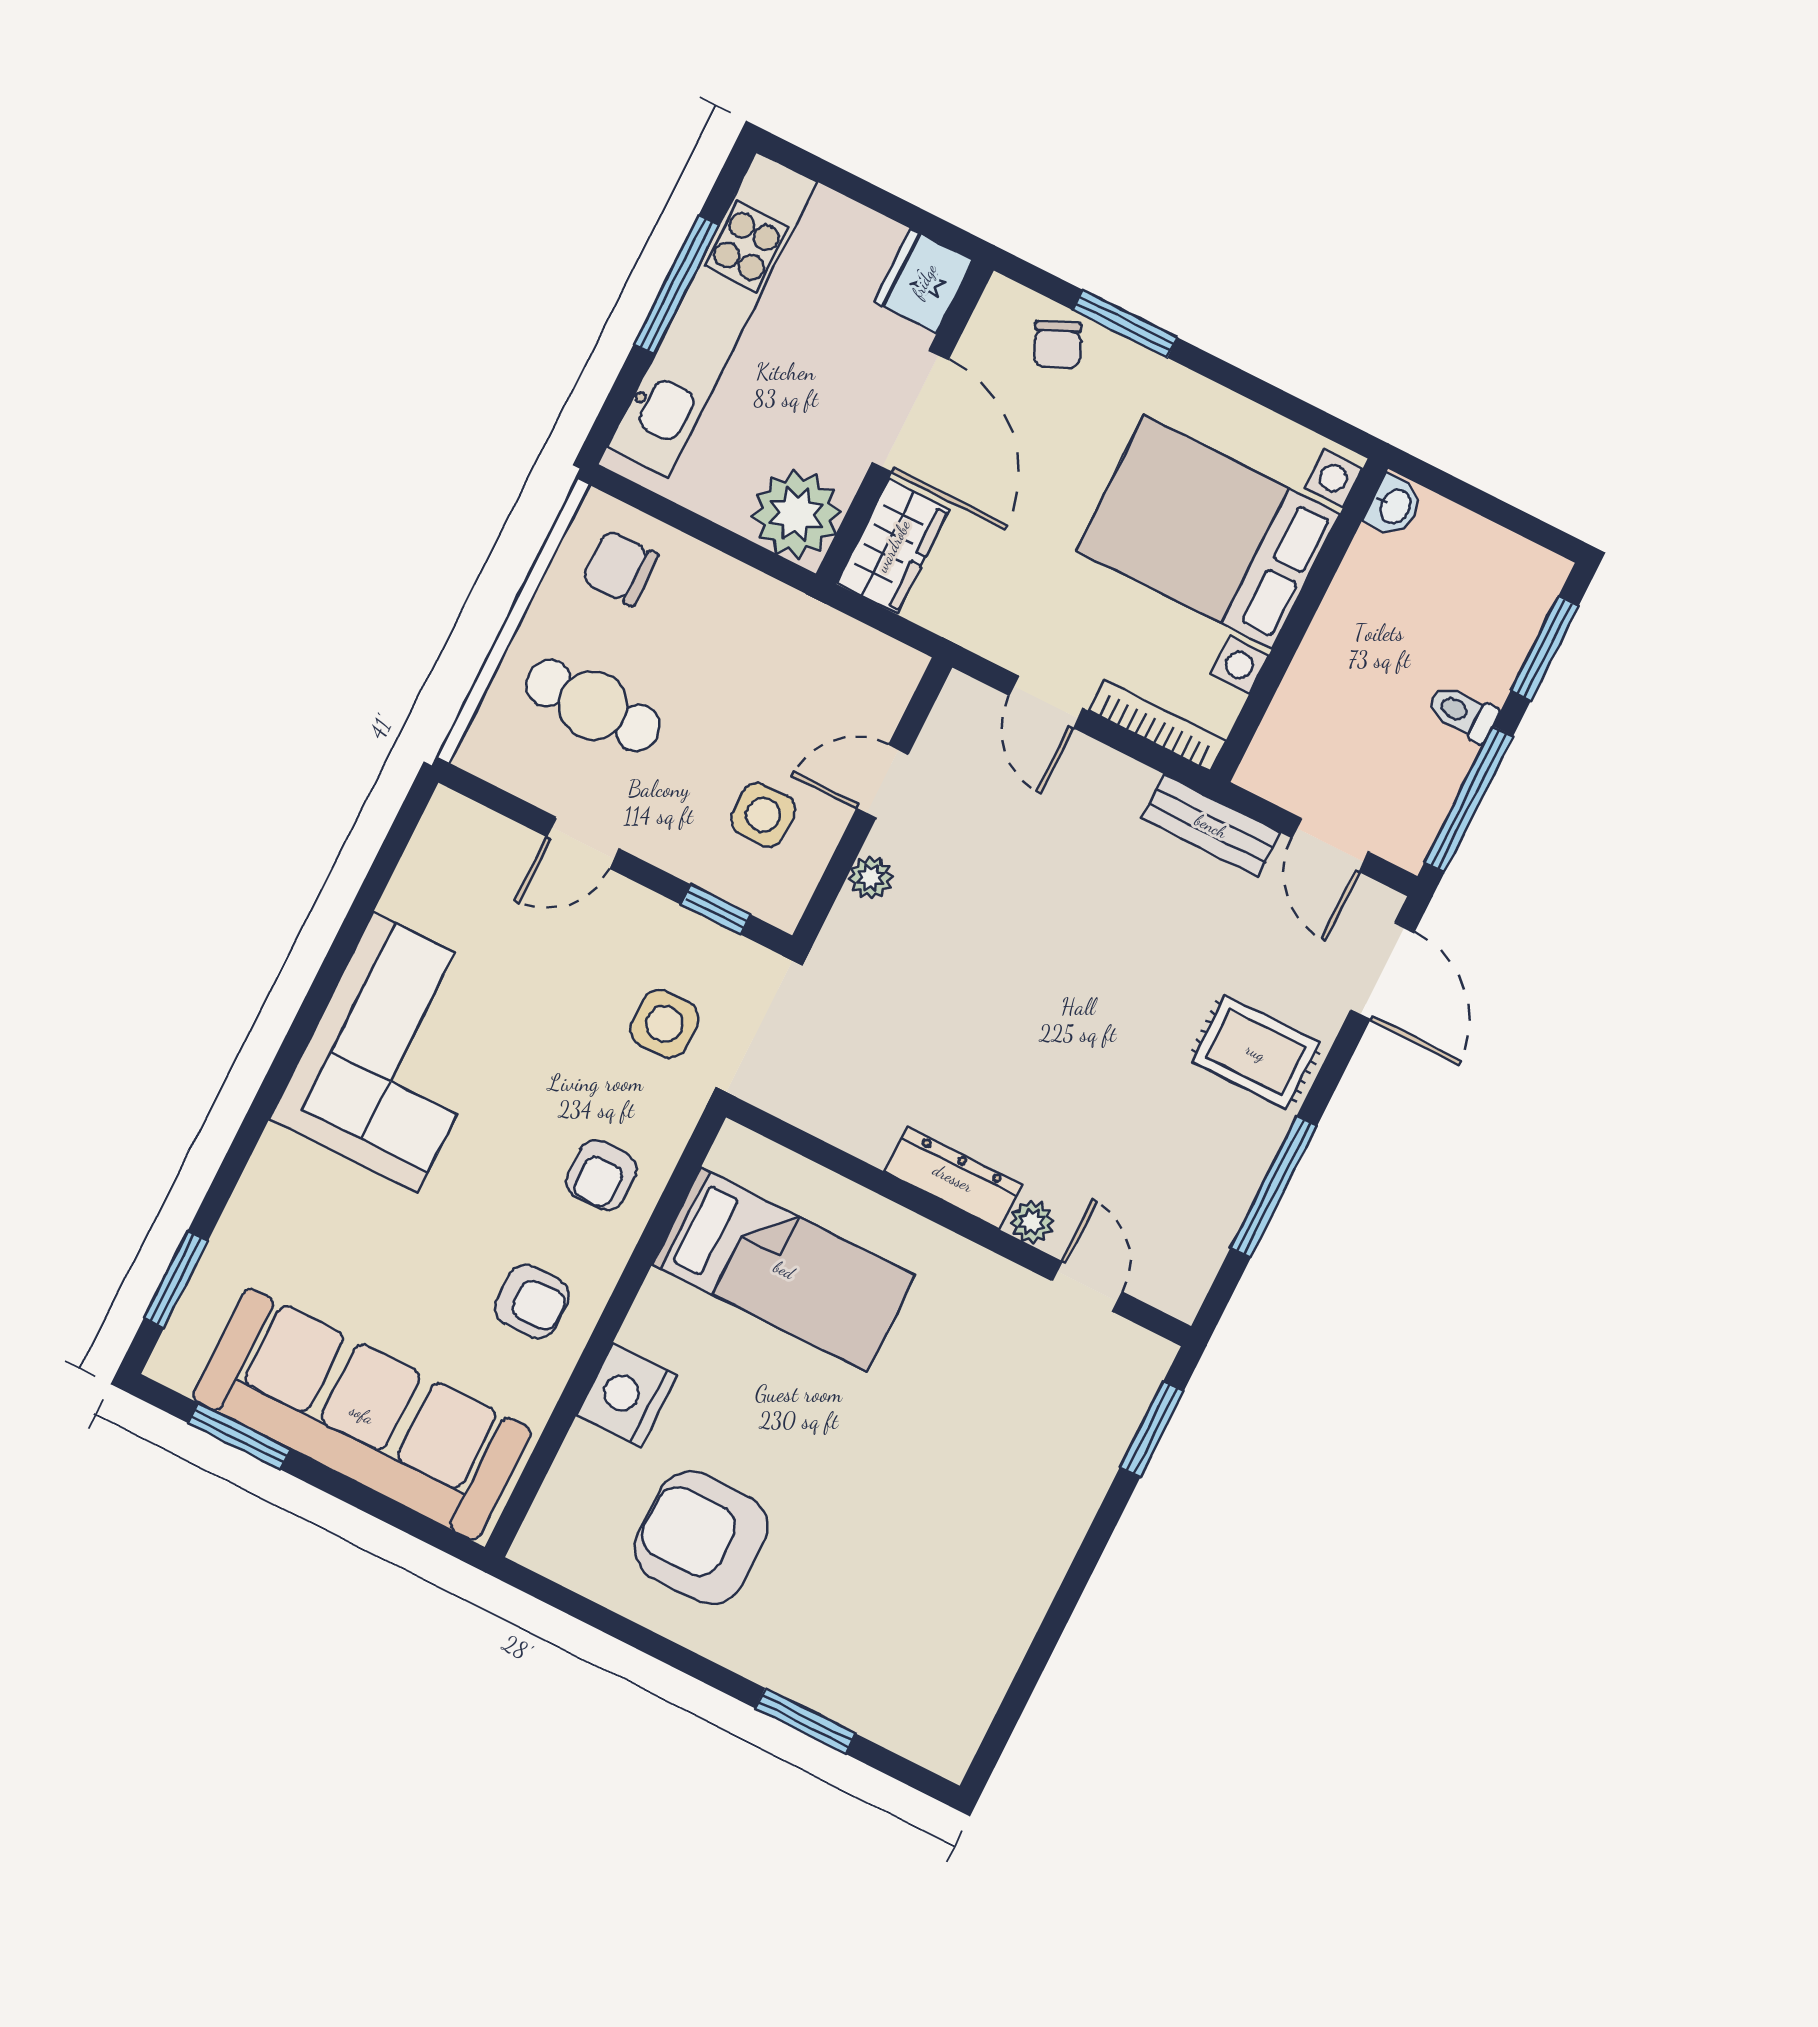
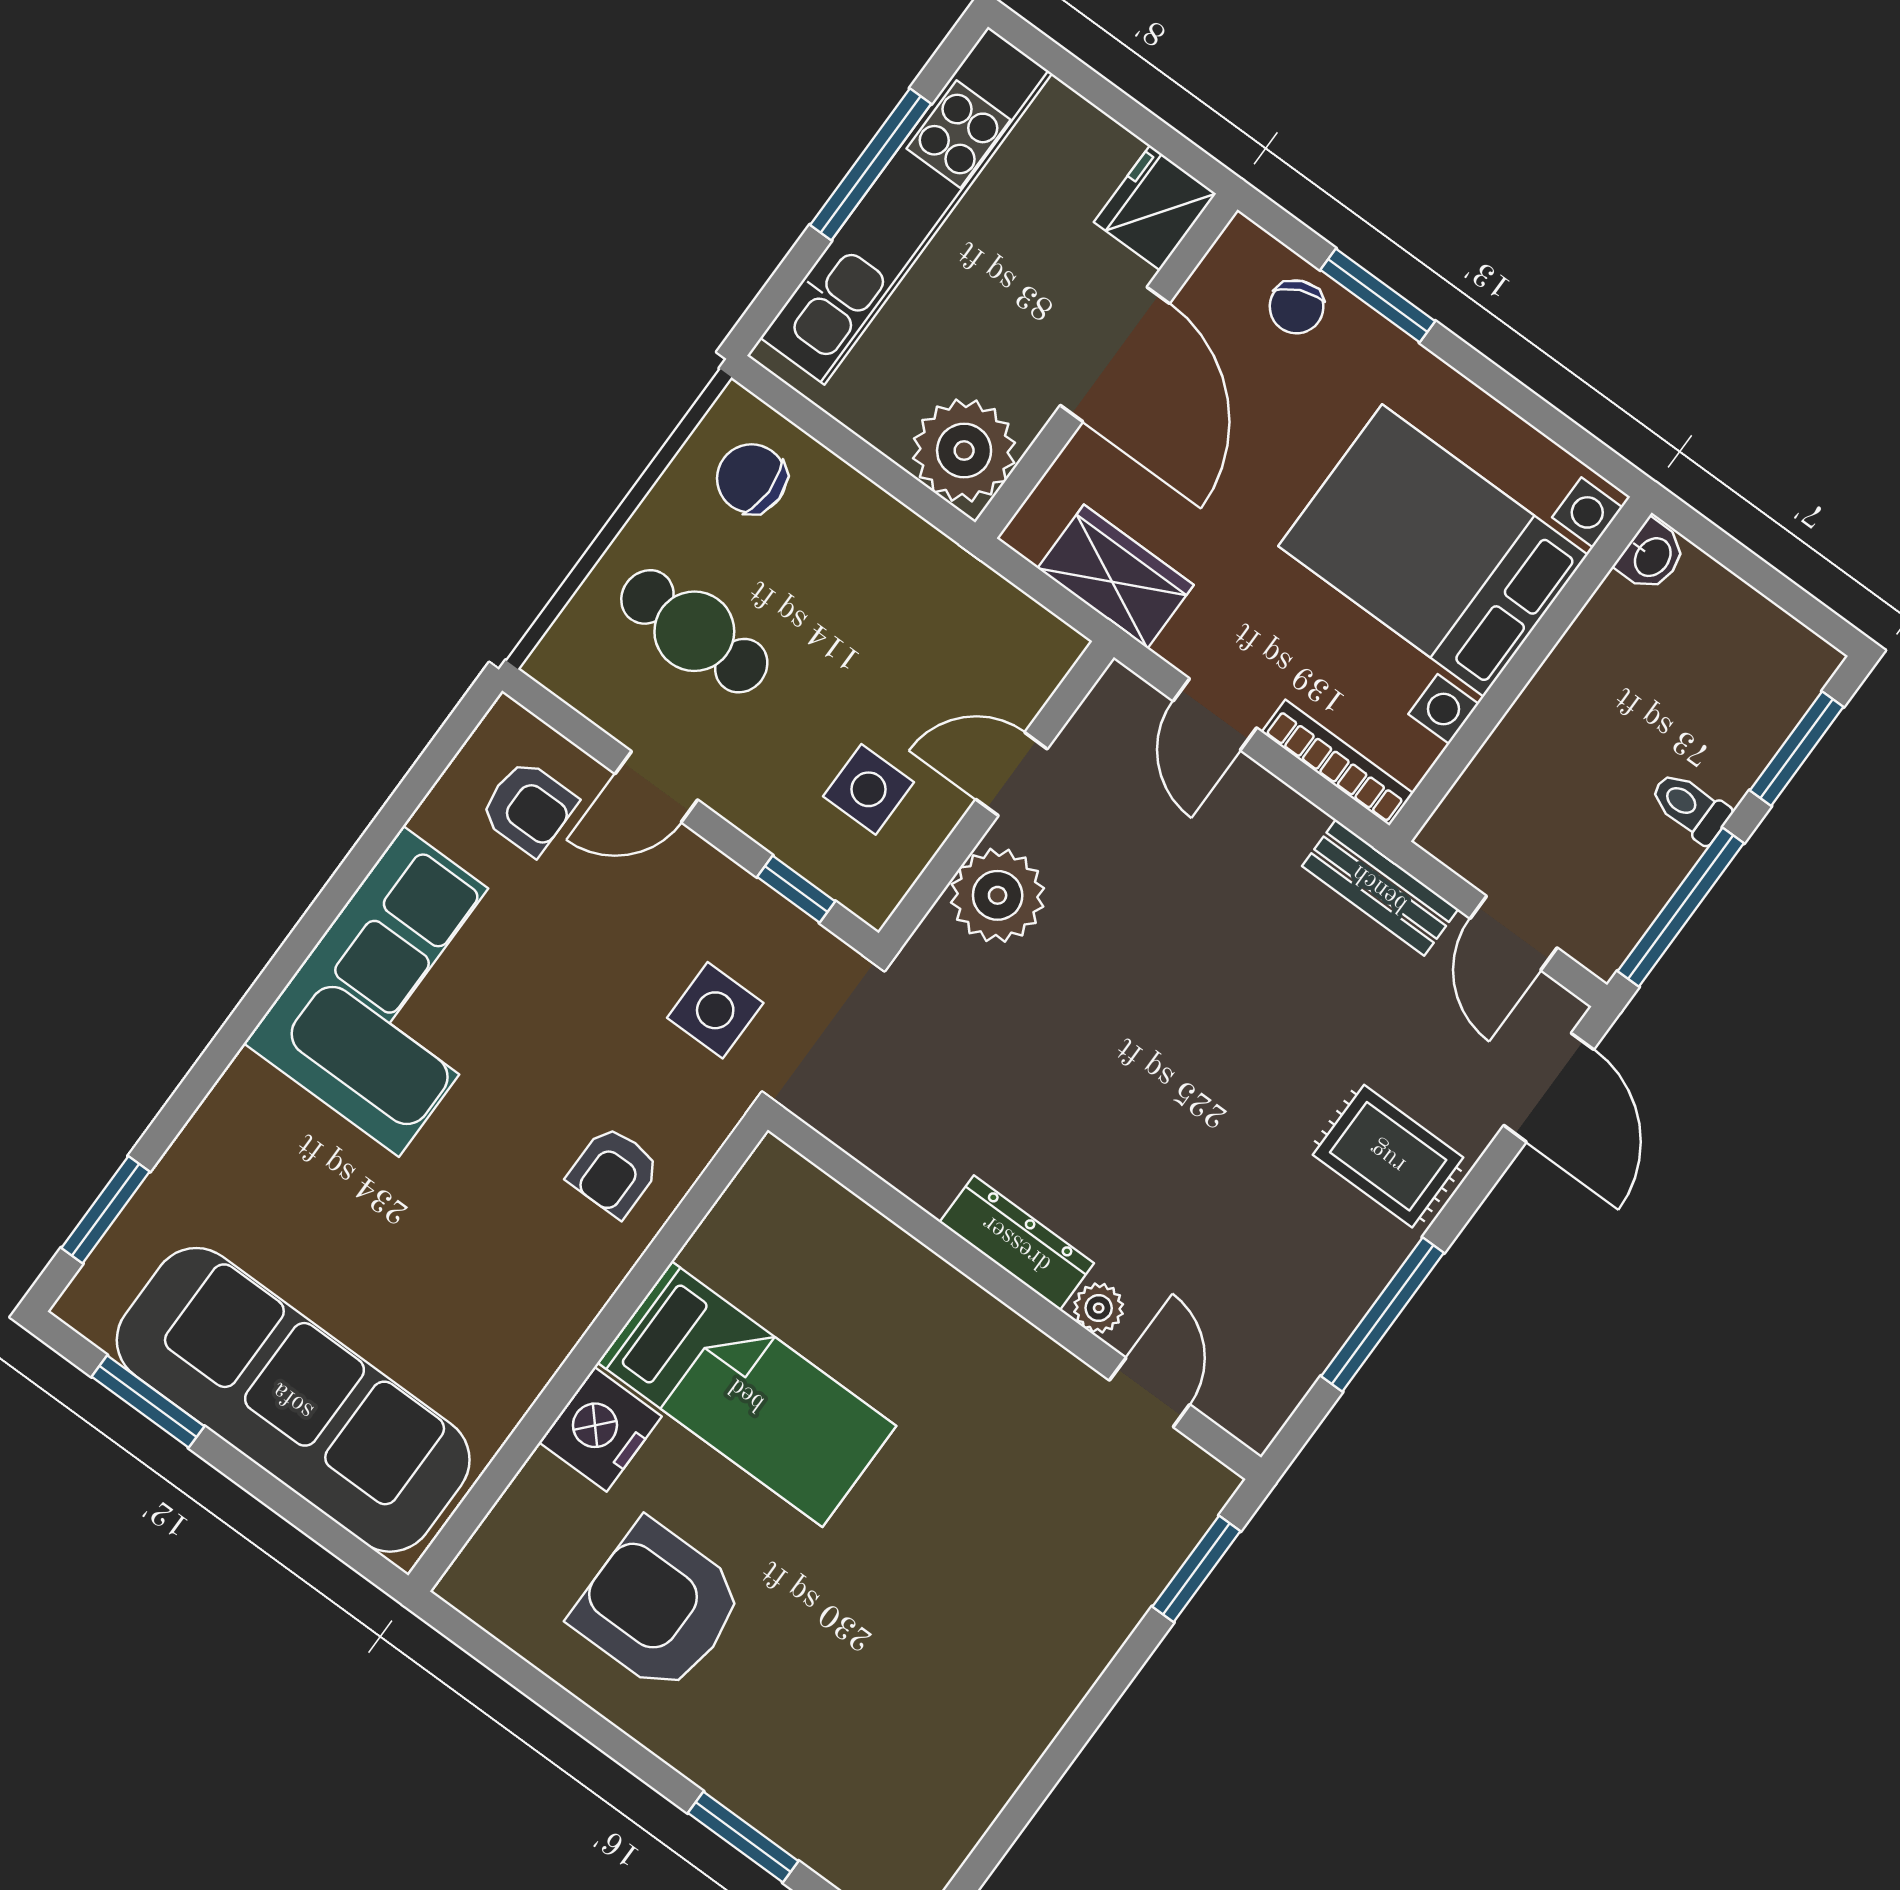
wardrobe: (893, 546) -> (1116, 577), moved, turned -90
plant: (871, 878) -> (998, 895), width x1.88, depth x1.88
bed: (784, 1270) -> (747, 1394), moved
armchair: (532, 1302) -> (528, 808), moved

